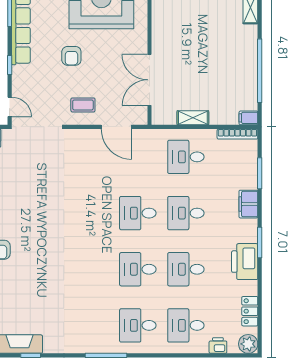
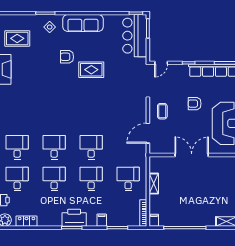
double door: (150, 80) -> (192, 155), moved
filing cabinet: (248, 204) -> (102, 220), width x0.50
rug: (20, 213) -> (91, 70), added
printer: (245, 262) -> (74, 218), moved

